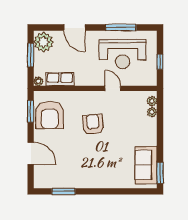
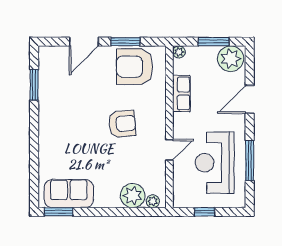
row of seats: (60, 79) -> (181, 93), moved
window: (31, 111) -> (126, 42), moved
plant: (152, 112) -> (133, 196), width x1.88, depth x1.88

